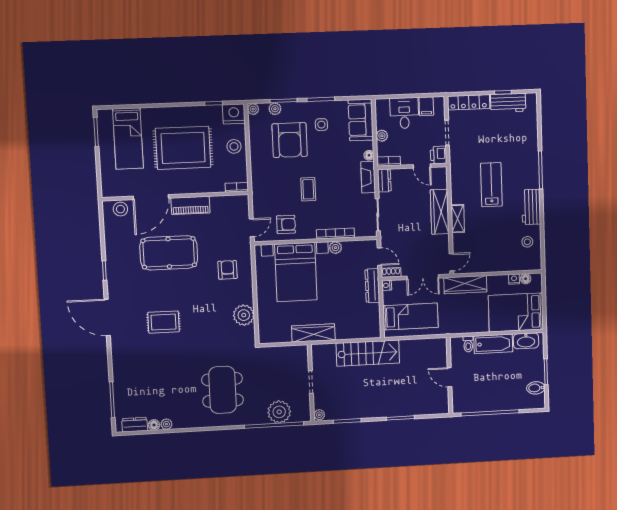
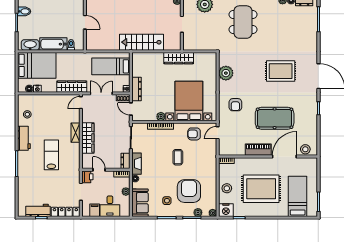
lab bench: (491, 185) -> (51, 155), turned 180
rug: (164, 322) -> (281, 71), width x1.36, depth x1.43

